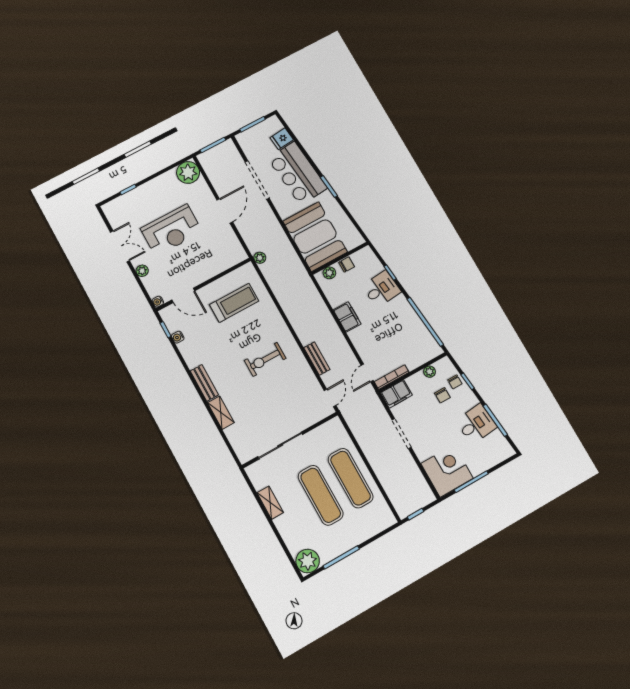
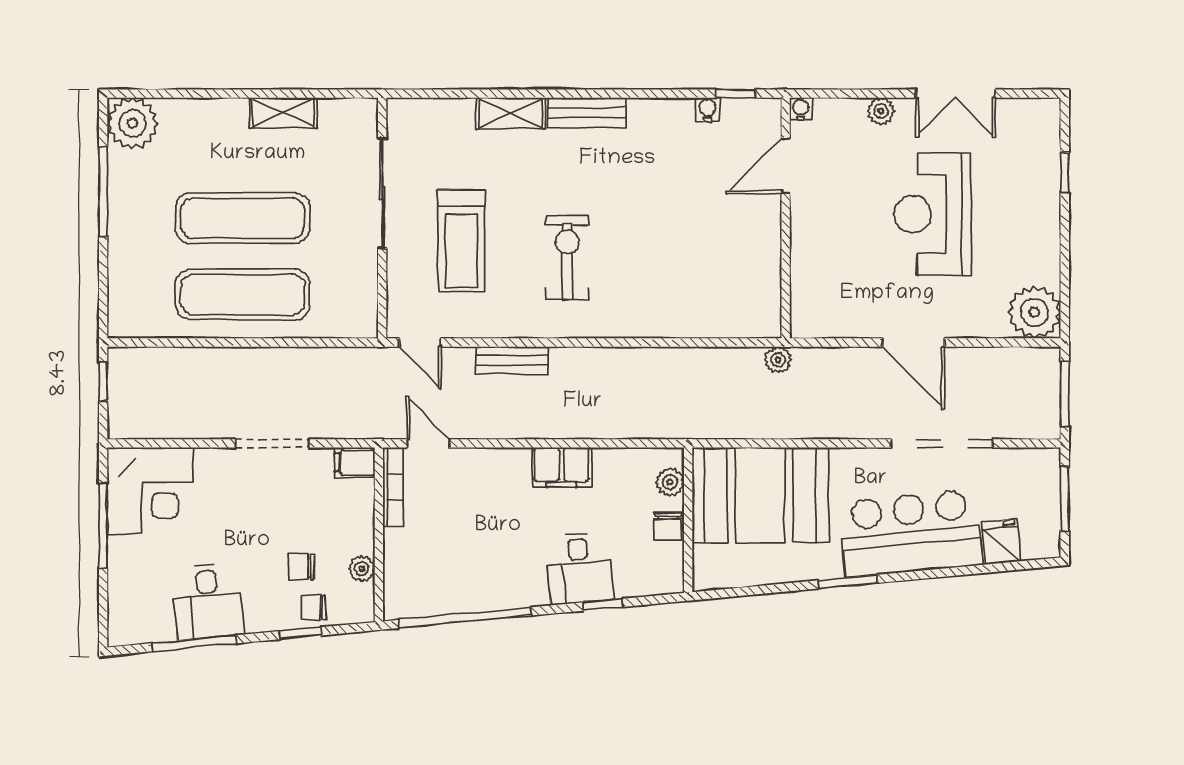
treadmill: (234, 303) -> (461, 241), moved
filing cabinet: (396, 394) -> (355, 462), width x0.50

